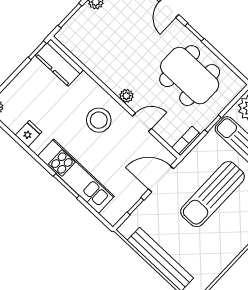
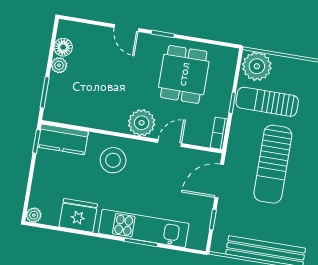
dining table: (190, 76) -> (184, 74), width x0.73
plant: (126, 96) -> (142, 123), width x1.87, depth x1.87
stool: (99, 120) -> (113, 160), moved
fridge: (29, 134) -> (78, 215), width x1.88, depth x1.34

